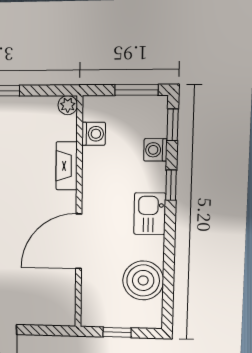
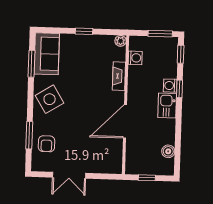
washing machine: (155, 150) -> (170, 86), moved
boiler: (143, 280) -> (168, 151), width x0.54, depth x0.54

